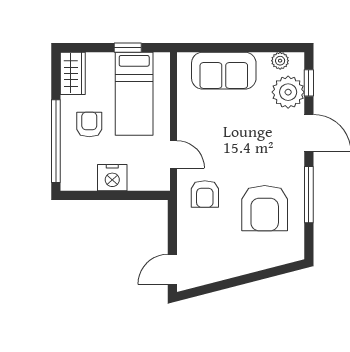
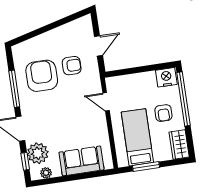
window: (128, 48) -> (146, 167), width x1.50
nightstand: (112, 178) -> (166, 77), moved
armchair: (205, 194) -> (72, 66), moved, turned 90
door: (172, 269) -> (98, 46), moved

